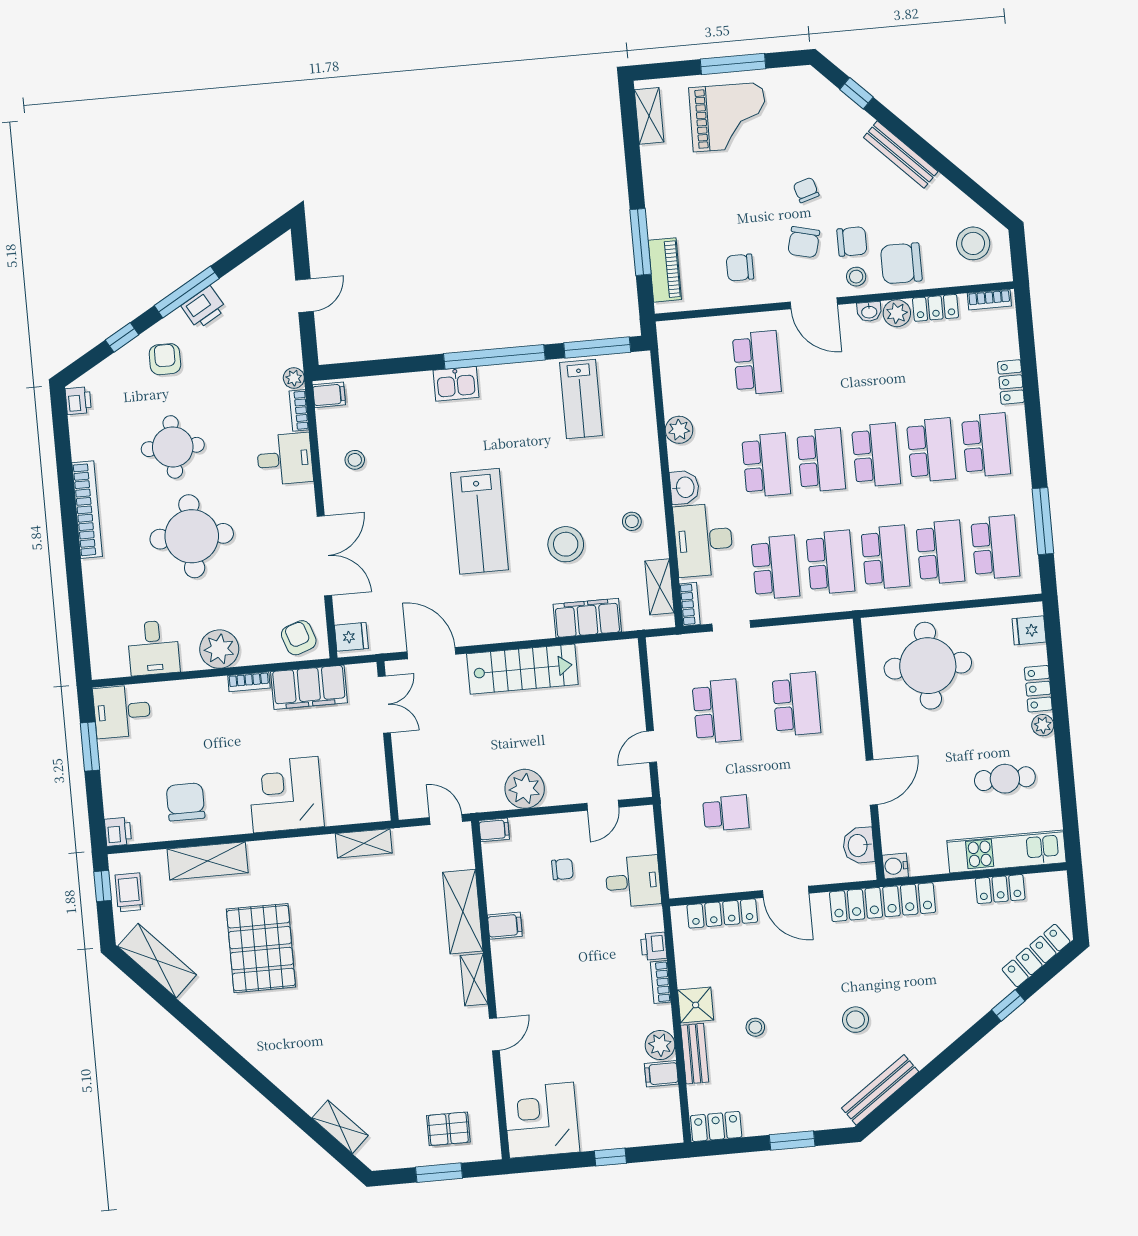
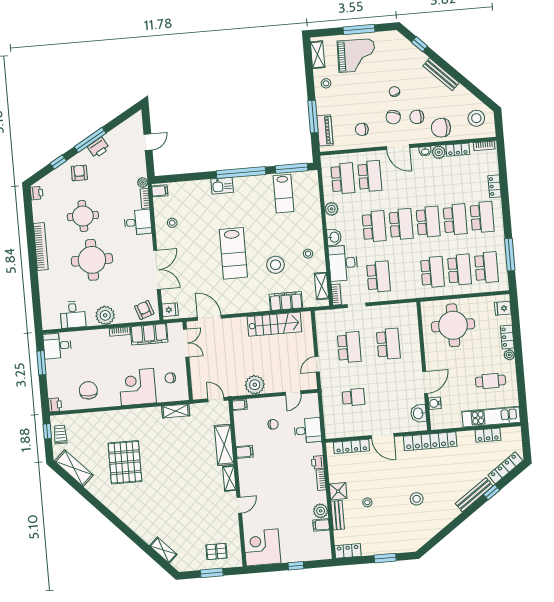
chair: (852, 241) -> (417, 117), turned 180
stool: (856, 277) -> (326, 83), moved
school desk: (830, 562) -> (343, 179), moved
stairs: (522, 669) -> (274, 324), moved
chair: (352, 776) -> (170, 378), added
shelving: (208, 861) -> (99, 419), removed
water cooler: (895, 866) -> (435, 403), moved
bench: (880, 1090) -> (474, 495), moved

